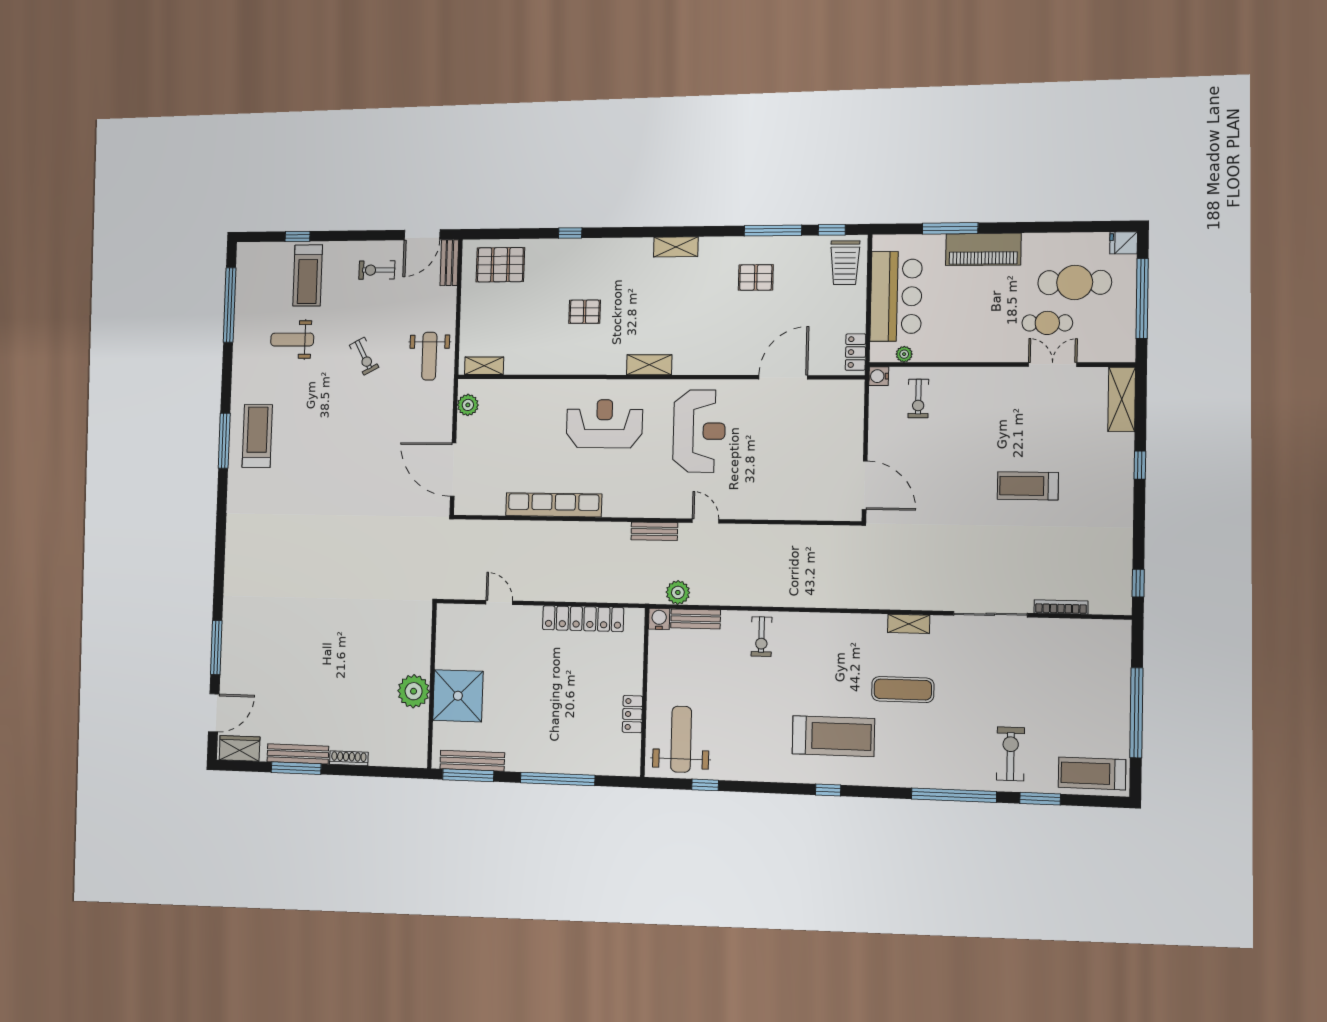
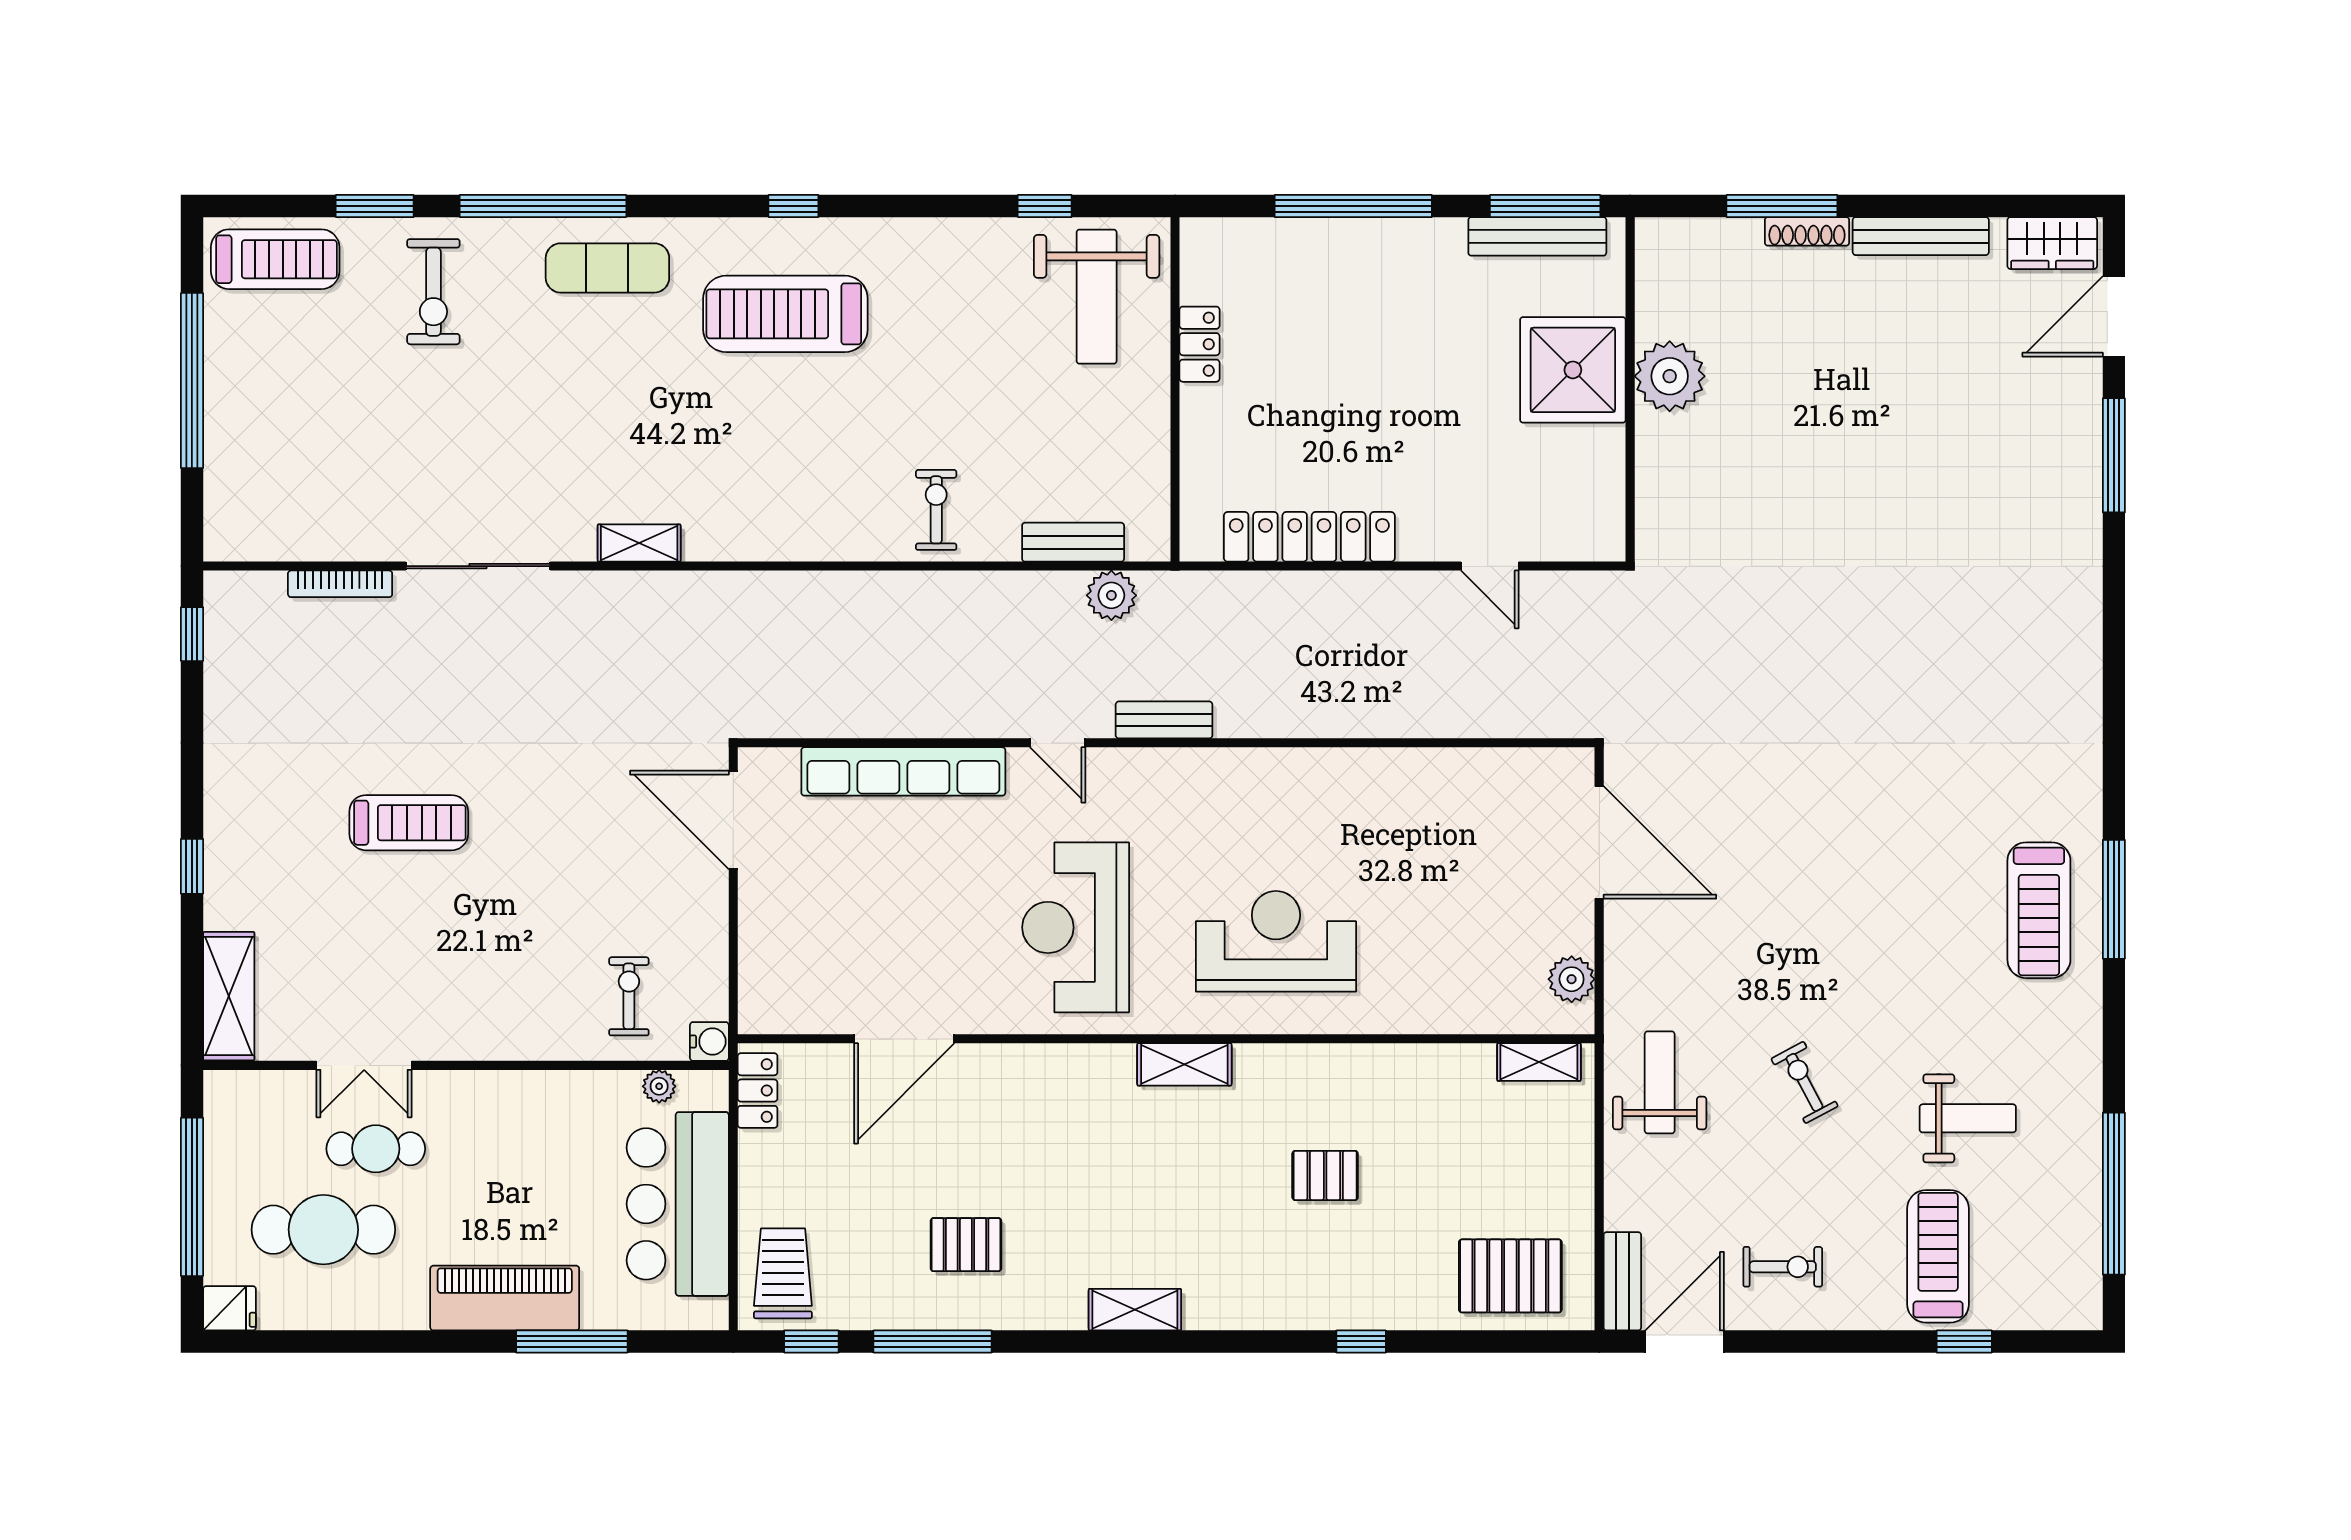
reception desk: (604, 424) -> (1276, 941), turned 180
row of seats: (554, 505) -> (903, 771), moved
water cooler: (659, 619) -> (1149, 540), removed
exercise mat: (903, 690) -> (607, 268), moved
window: (296, 768) -> (1782, 206), moved

